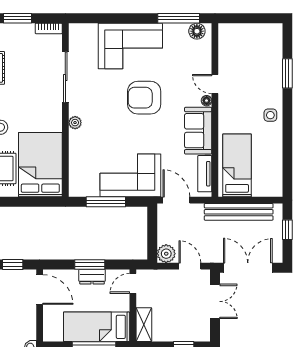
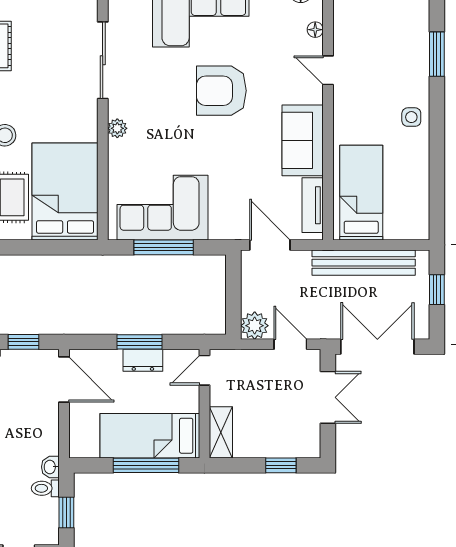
floor lamp: (207, 101) -> (315, 30), moved
corner sofa: (130, 175) -> (163, 208), moved

